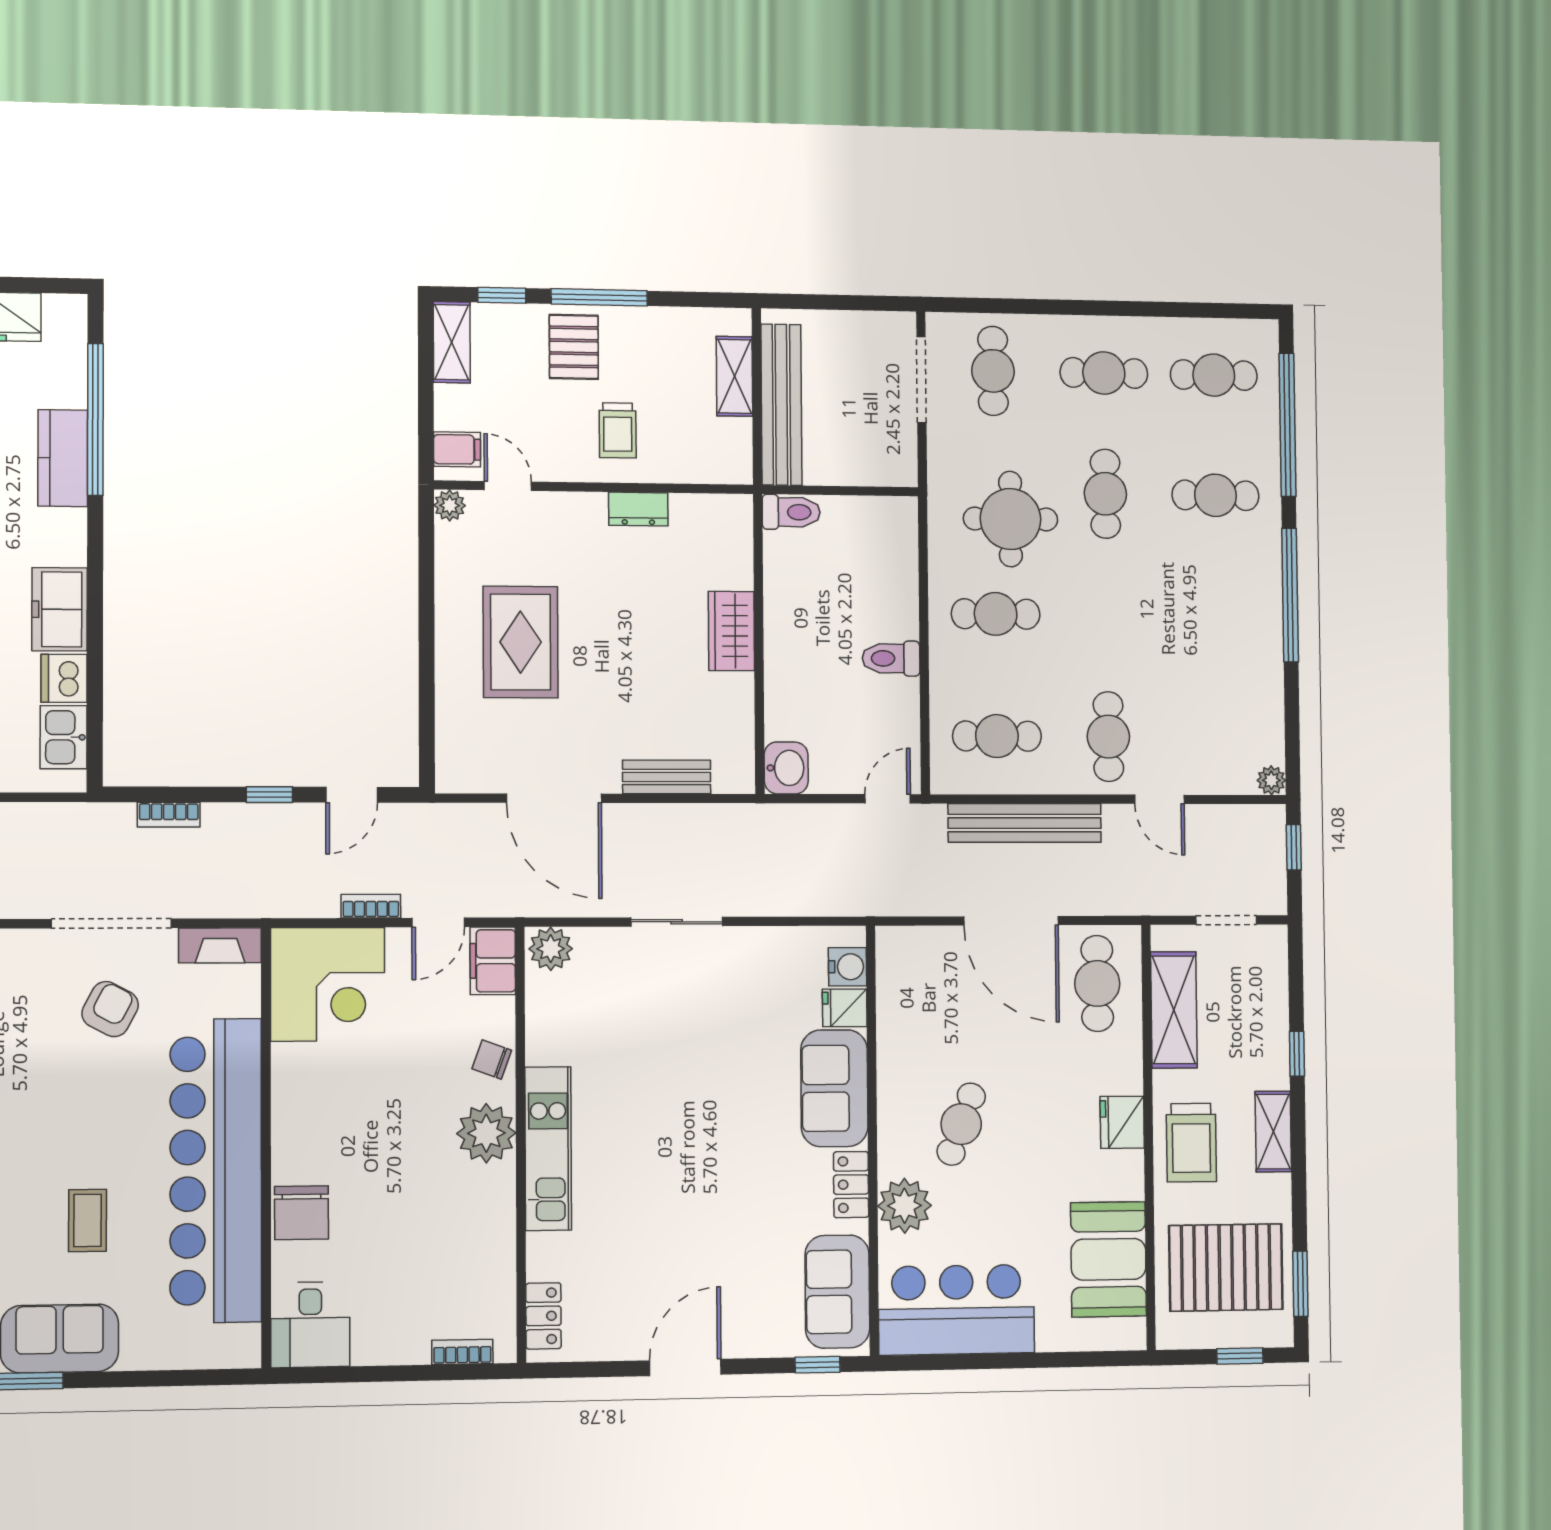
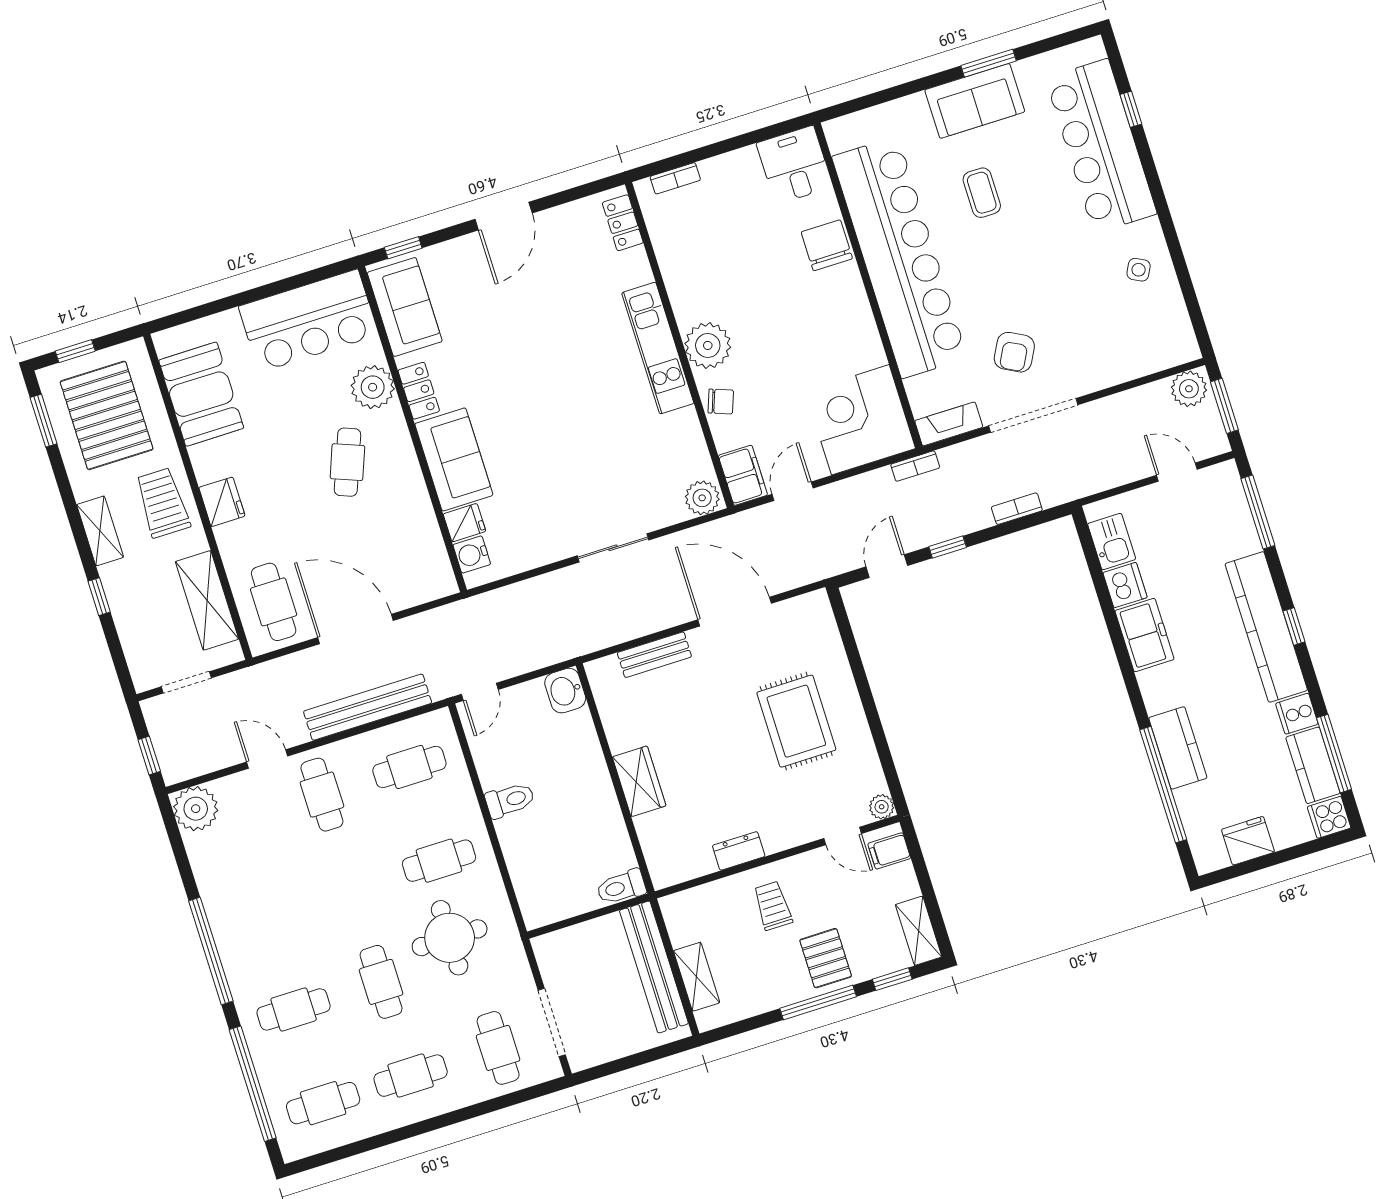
plant: (1271, 780) -> (196, 809), width x1.88, depth x1.88
bookcase: (371, 906) -> (915, 466), moved
pallet: (1226, 1267) -> (107, 415), turned 90

